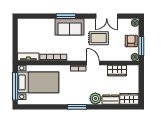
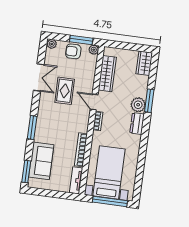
window: (30, 16) -> (26, 171), added
sofa: (70, 27) -> (41, 161), moved
door: (93, 63) -> (94, 102), hinge flipped
wardrobe: (117, 70) -> (107, 74), width x1.50
dresser: (111, 100) -> (137, 124), moved
window: (77, 107) -> (149, 101), moved

